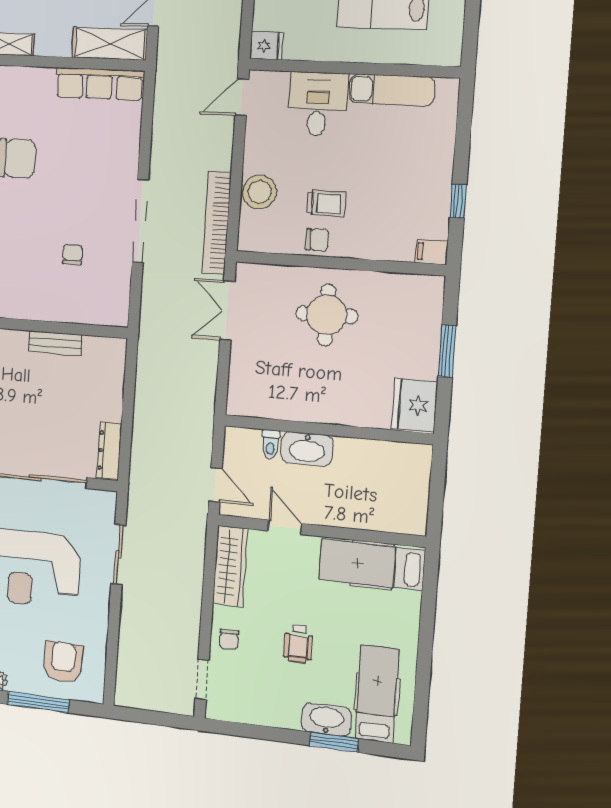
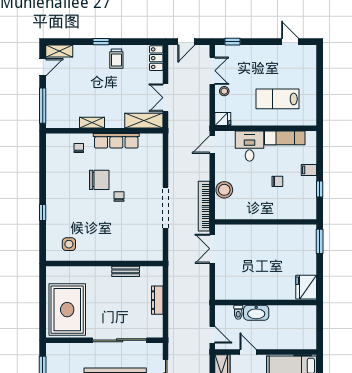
row of seats: (100, 84) -> (116, 141), moved
trolley: (327, 203) -> (257, 194), removed
chair: (317, 240) -> (277, 181), moved
filing cabinet: (431, 252) -> (309, 170), moved
chair: (73, 255) -> (119, 196), moved
round table: (327, 315) -> (261, 247), removed
window: (447, 351) -> (320, 241), moved
dresser: (109, 451) -> (157, 300), moved

